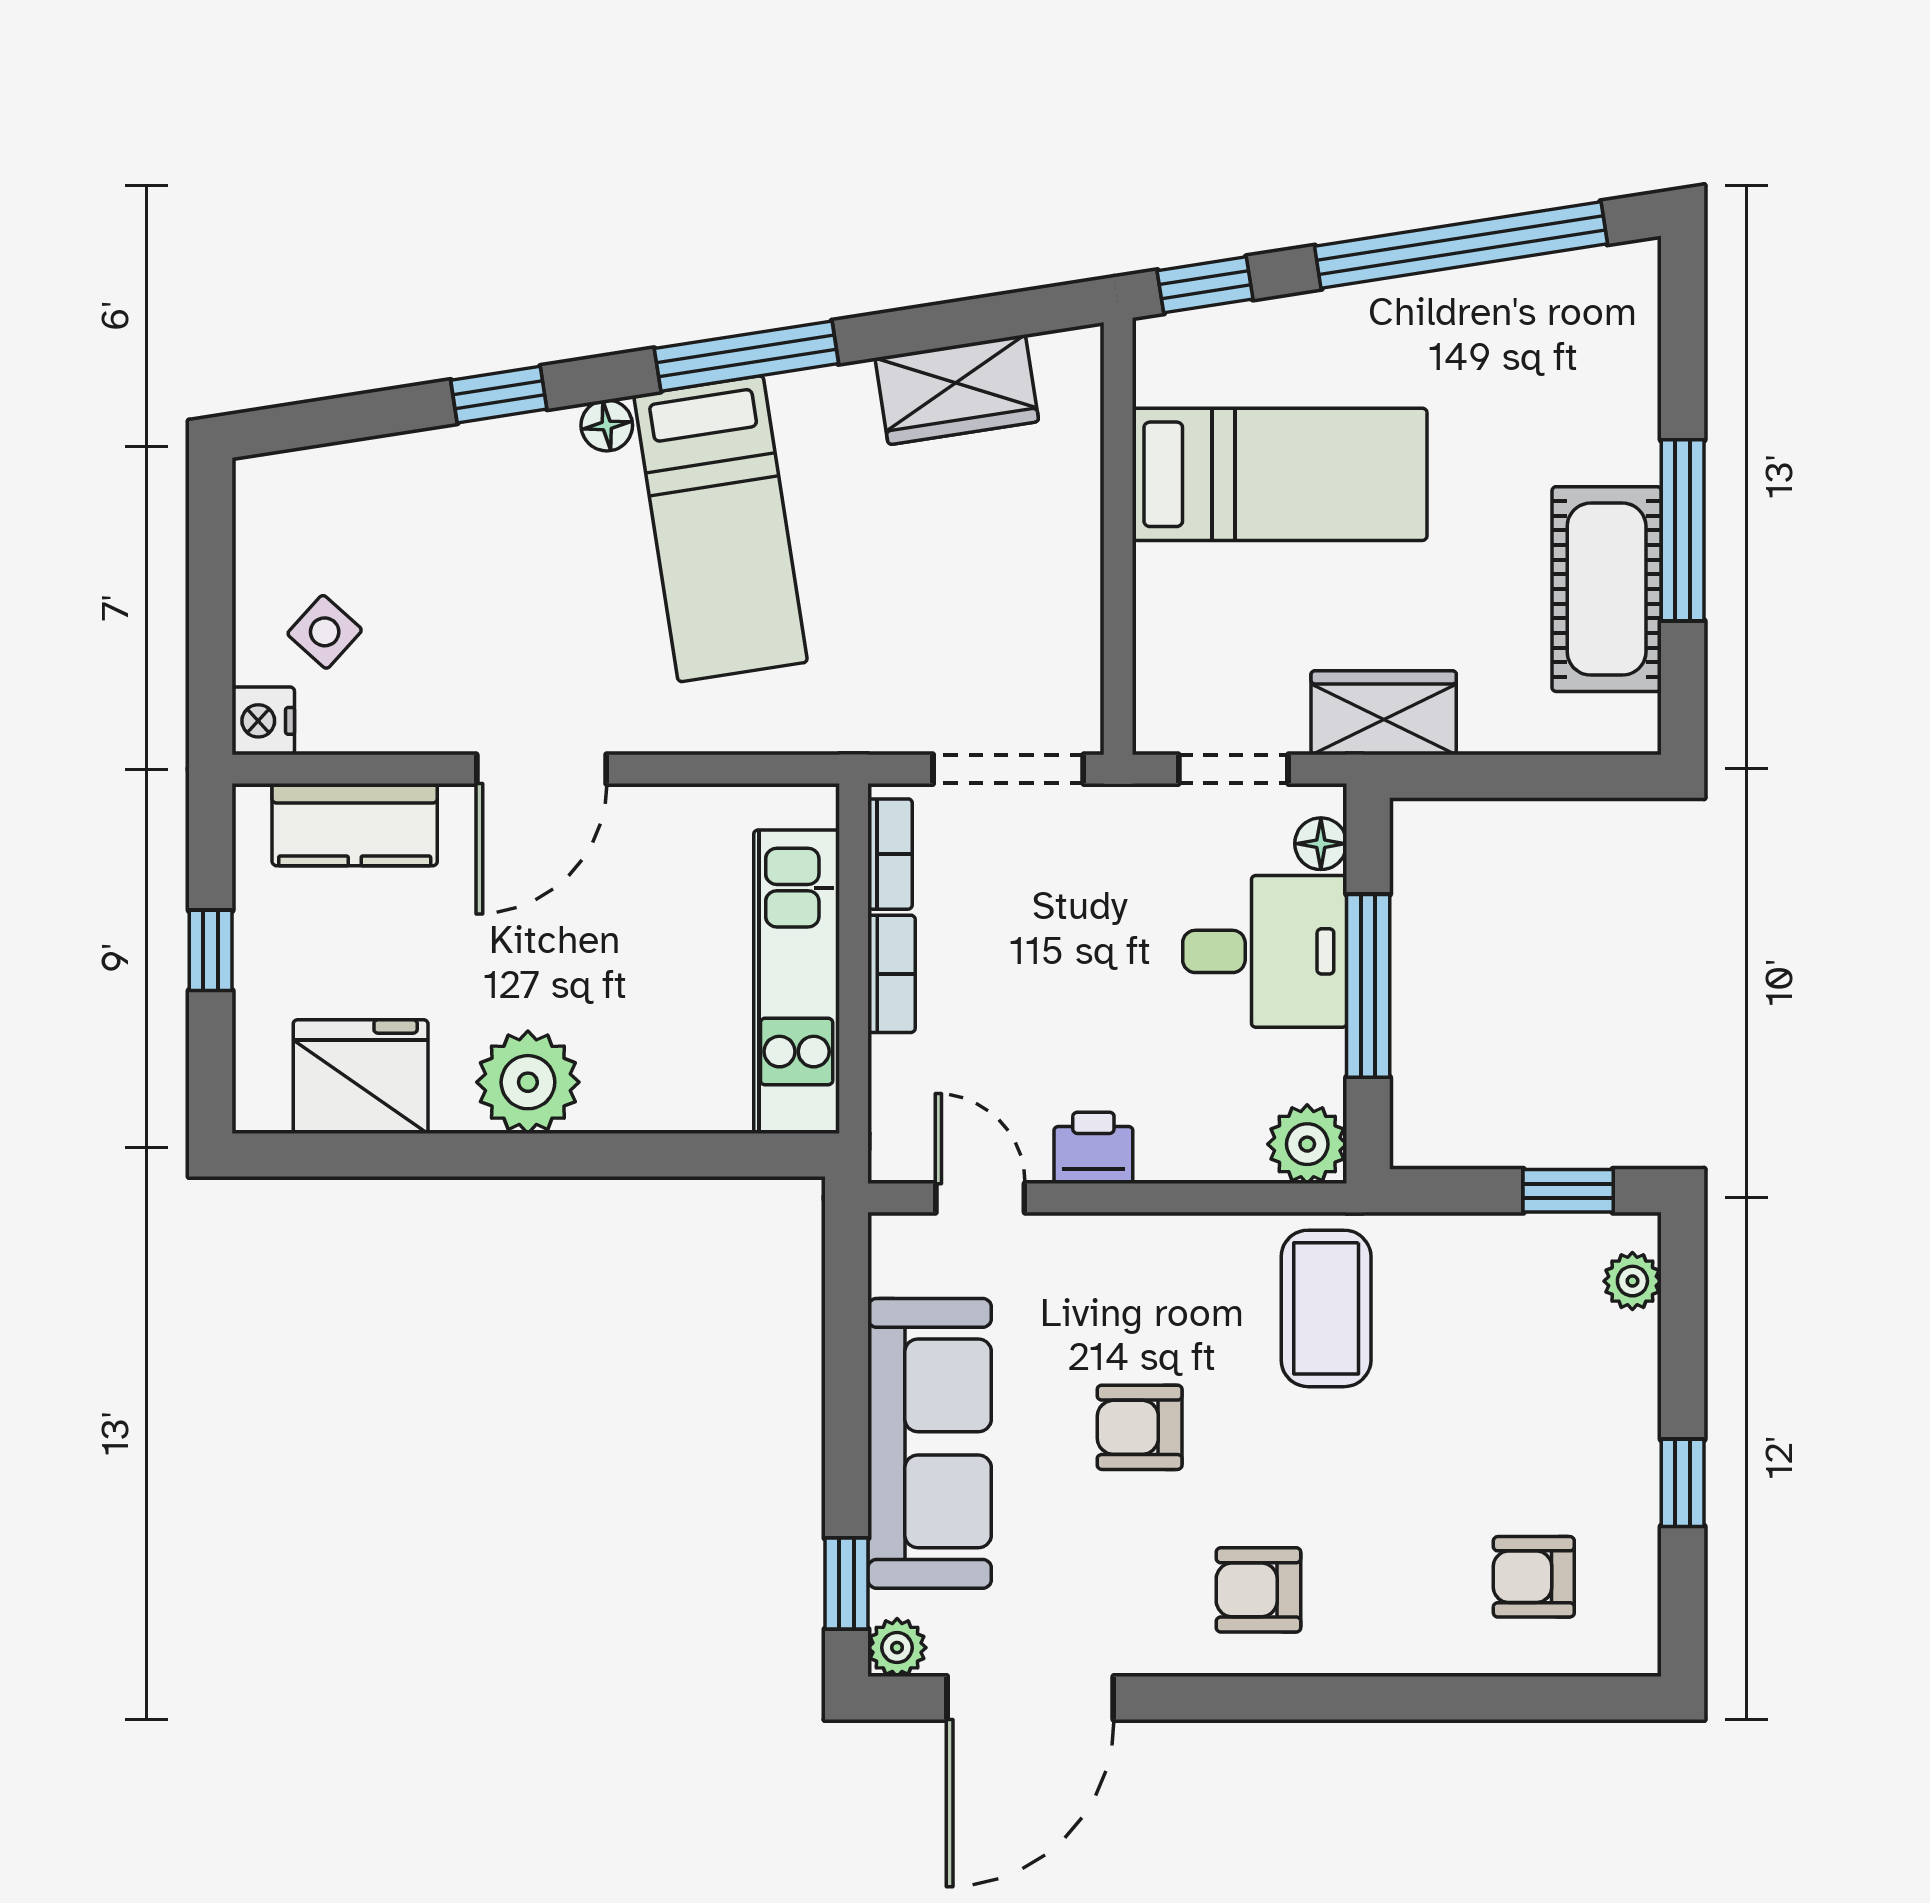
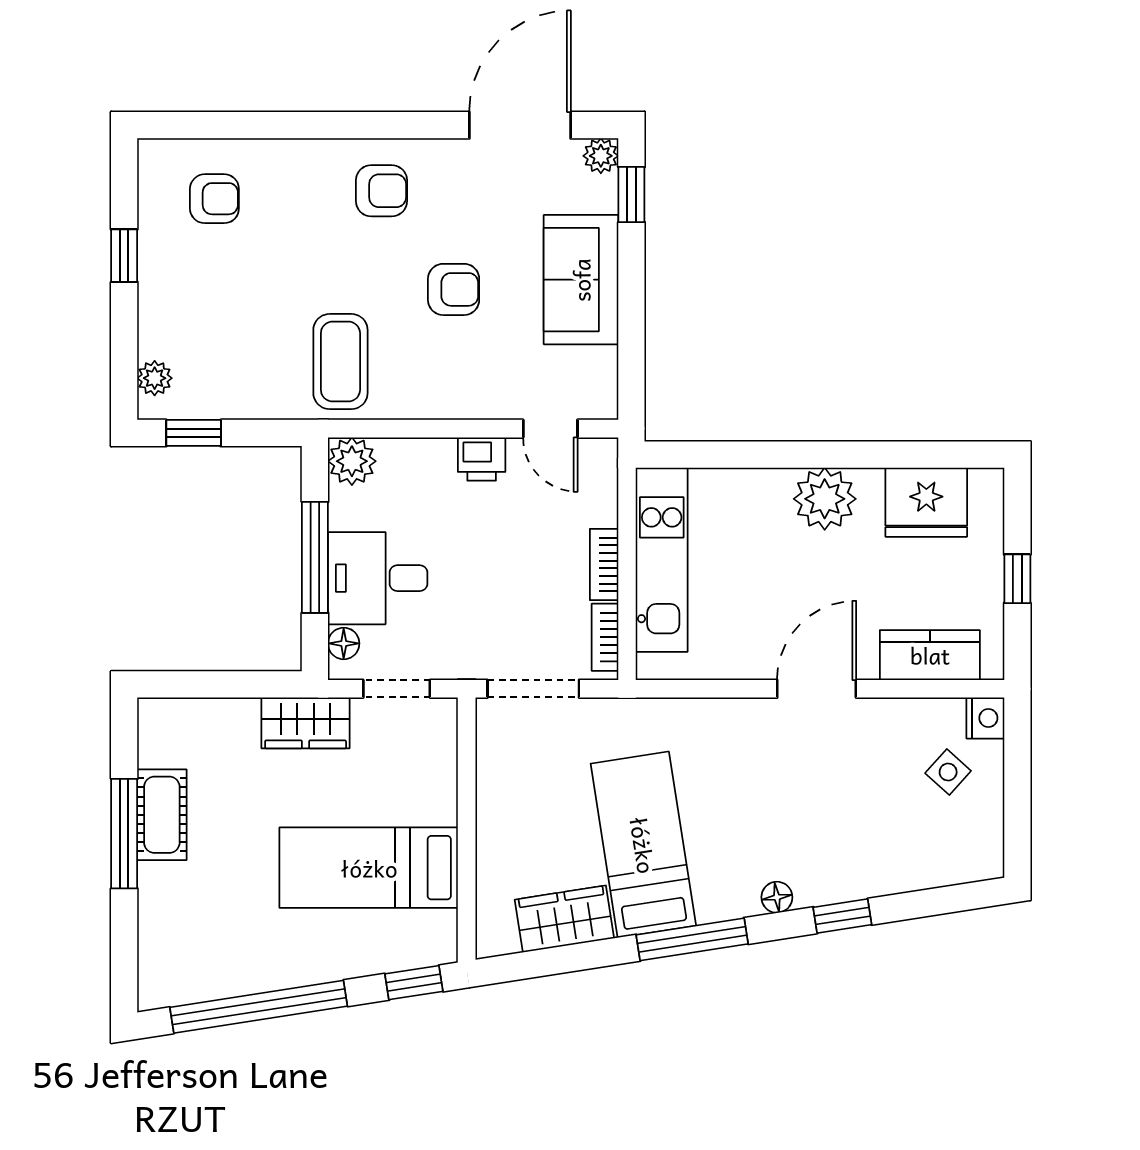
bed: (721, 529) -> (643, 845), moved
cot: (1607, 589) -> (162, 815), width x0.73, depth x0.75
sofa: (930, 1443) -> (581, 280), width x0.73

